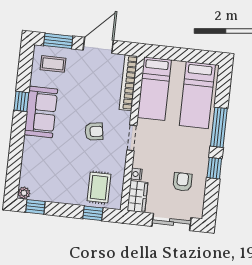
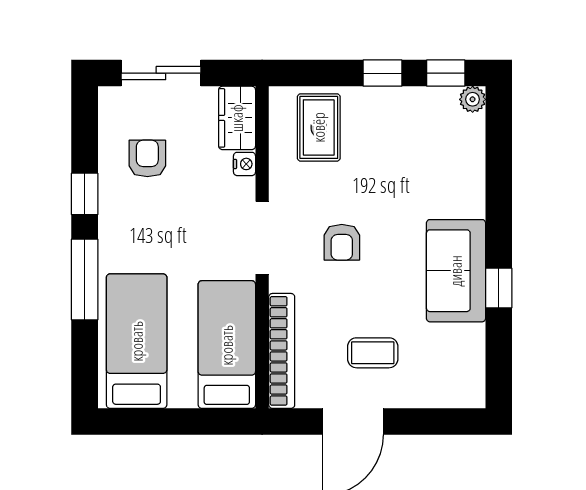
window: (58, 41) -> (436, 421), removed
coffee table: (53, 64) -> (373, 353), moved
armchair: (94, 132) -> (342, 242), turned -81
doorway: (132, 138) -> (262, 238), width x1.38
armchair: (182, 182) -> (147, 158), turned 180
window: (93, 213) -> (382, 73), moved

